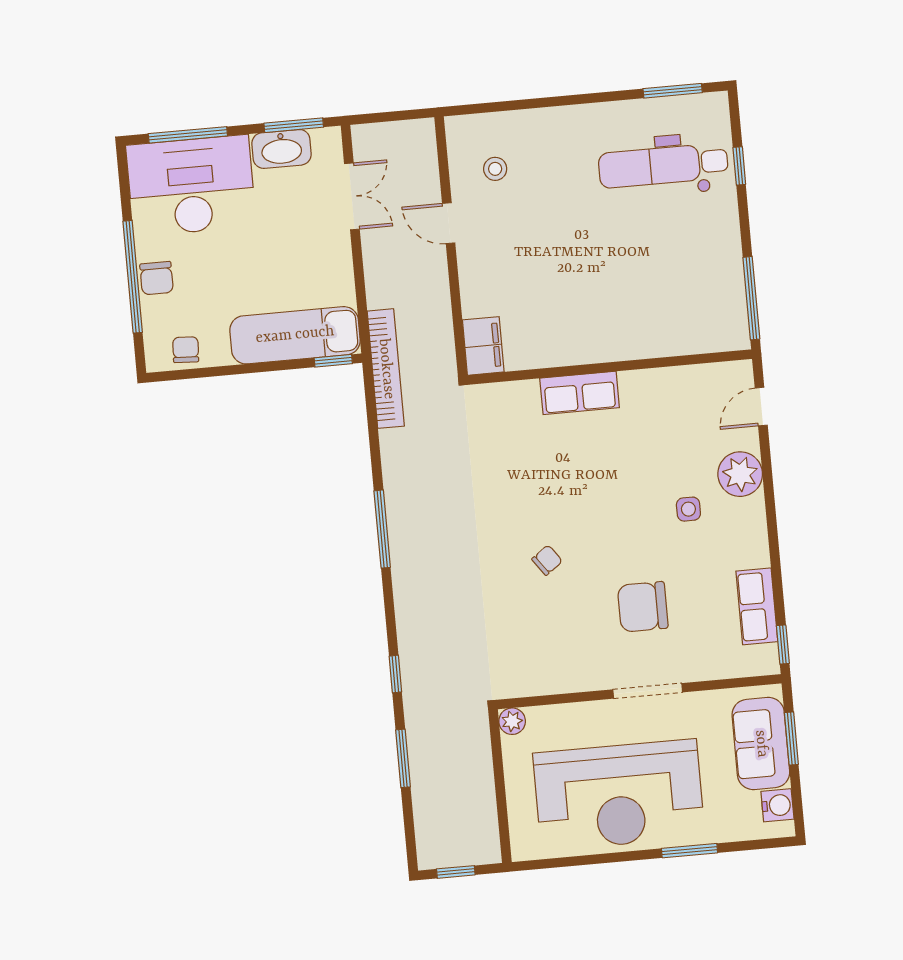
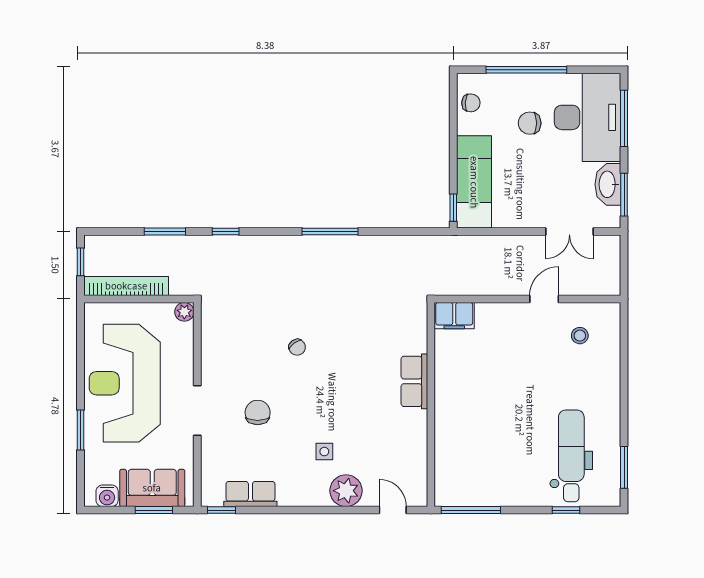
chair: (157, 278) -> (530, 123), moved
bookcase: (386, 369) -> (126, 286), moved, turned 180
chair: (643, 607) -> (258, 412), width x0.73, depth x0.73

